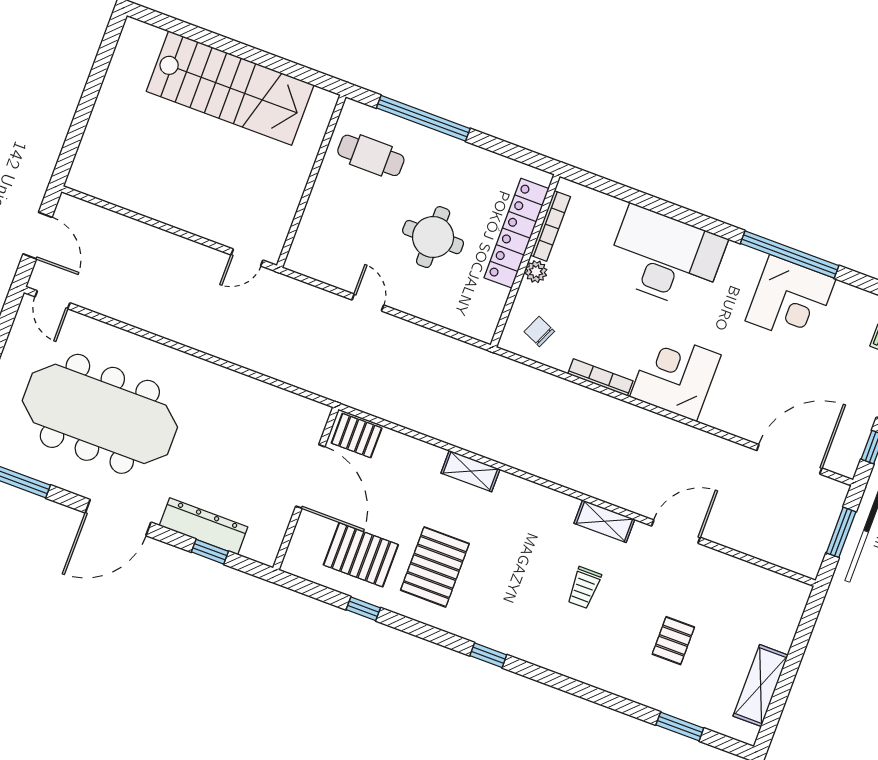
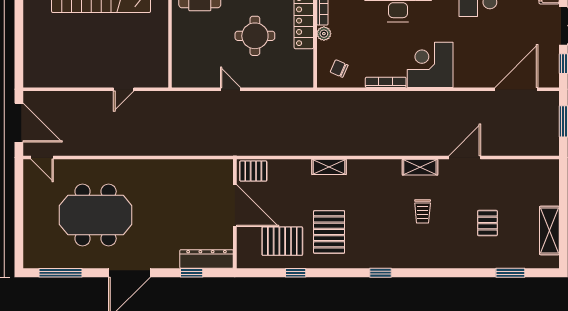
door: (37, 236) -> (19, 123), width x1.36
door: (247, 258) -> (124, 89), moved
meeting table: (100, 414) -> (96, 215), width x0.73
dresser: (204, 526) -> (207, 259), moved

